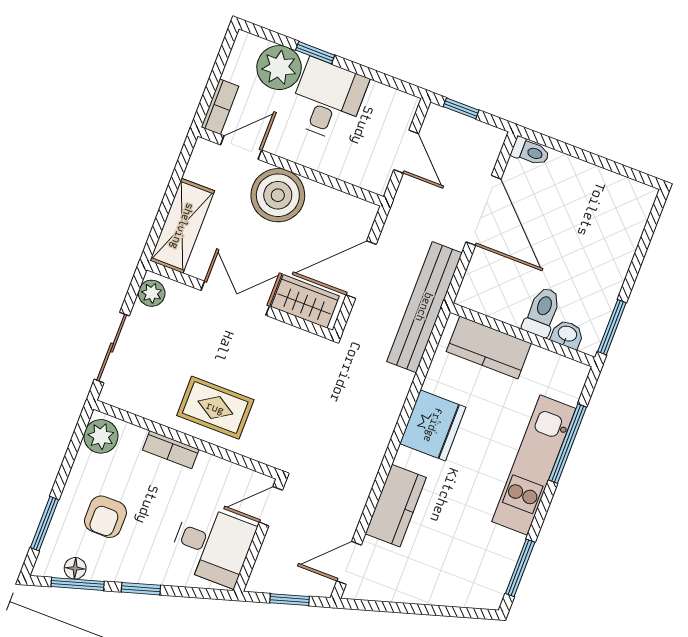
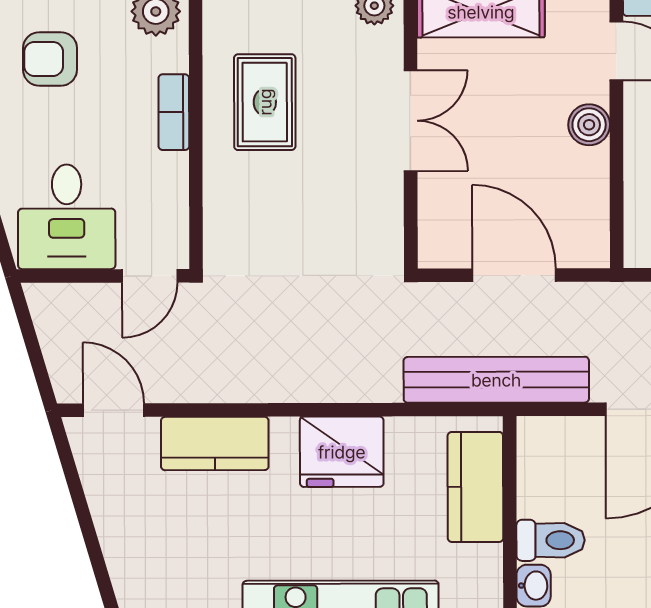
boiler: (278, 195) -> (589, 125), width x0.54, depth x0.54
wardrobe: (305, 301) -> (443, 216), removed
rug: (215, 408) -> (265, 102), moved
door: (271, 506) -> (150, 276), swing flipped
window: (290, 600) -> (34, 349), removed

